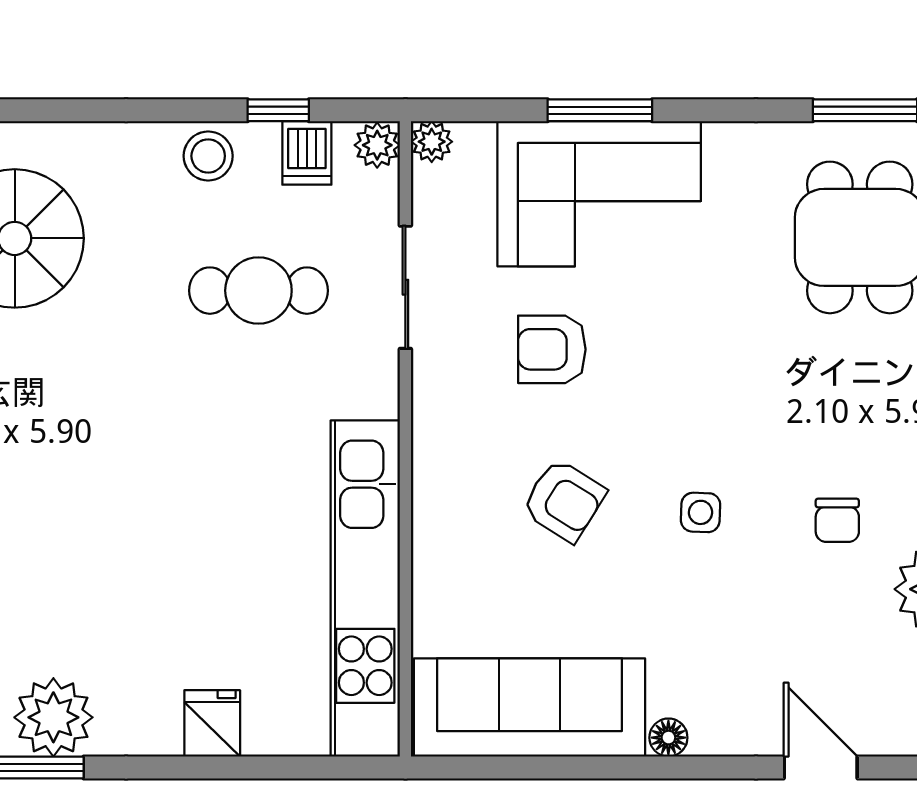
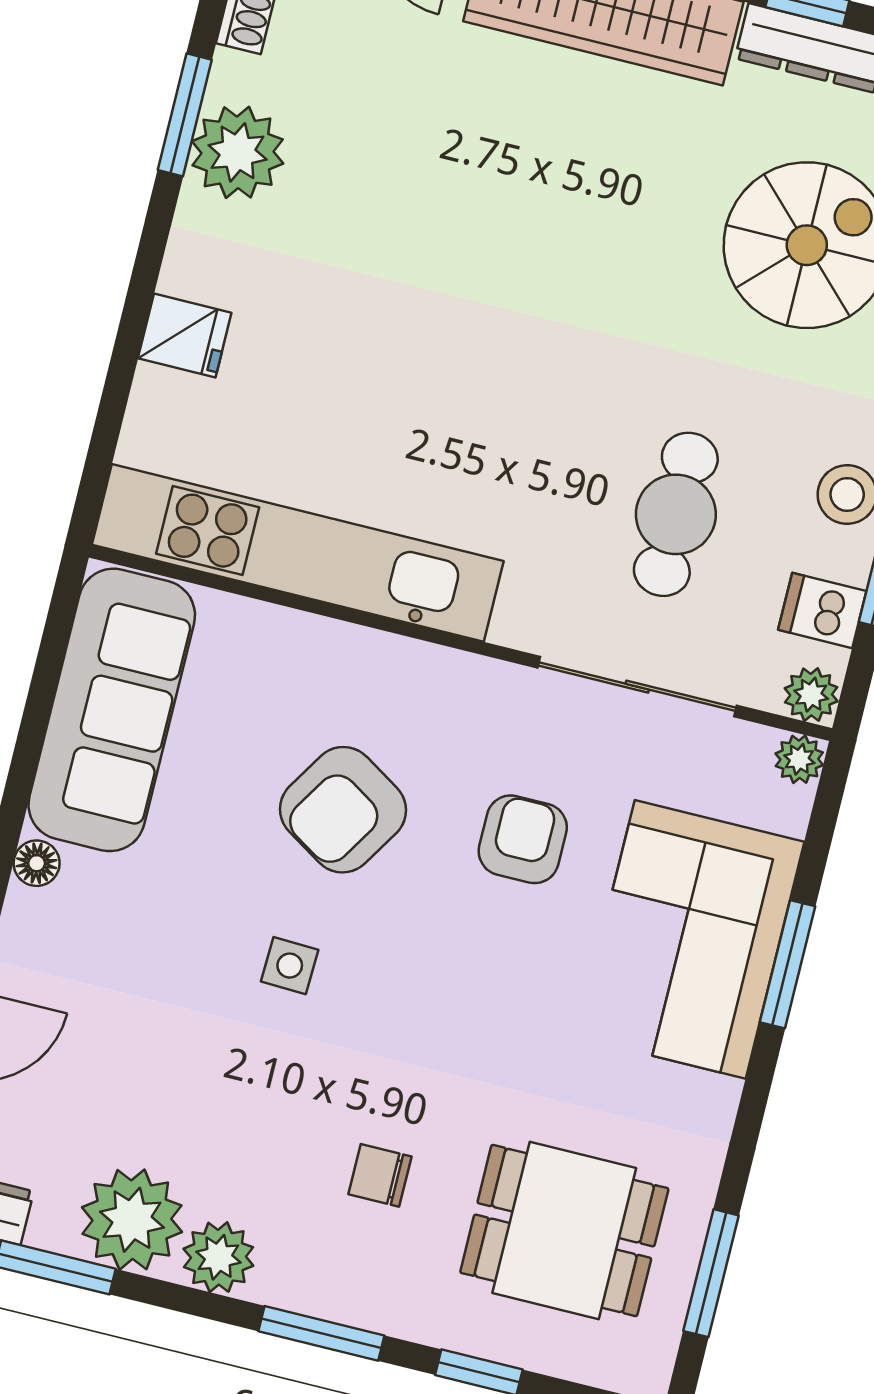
sliding door: (405, 287) -> (637, 687), width x1.37
armchair: (564, 501) -> (343, 810), width x1.38, depth x1.38
chair: (837, 520) -> (380, 1175), moved

